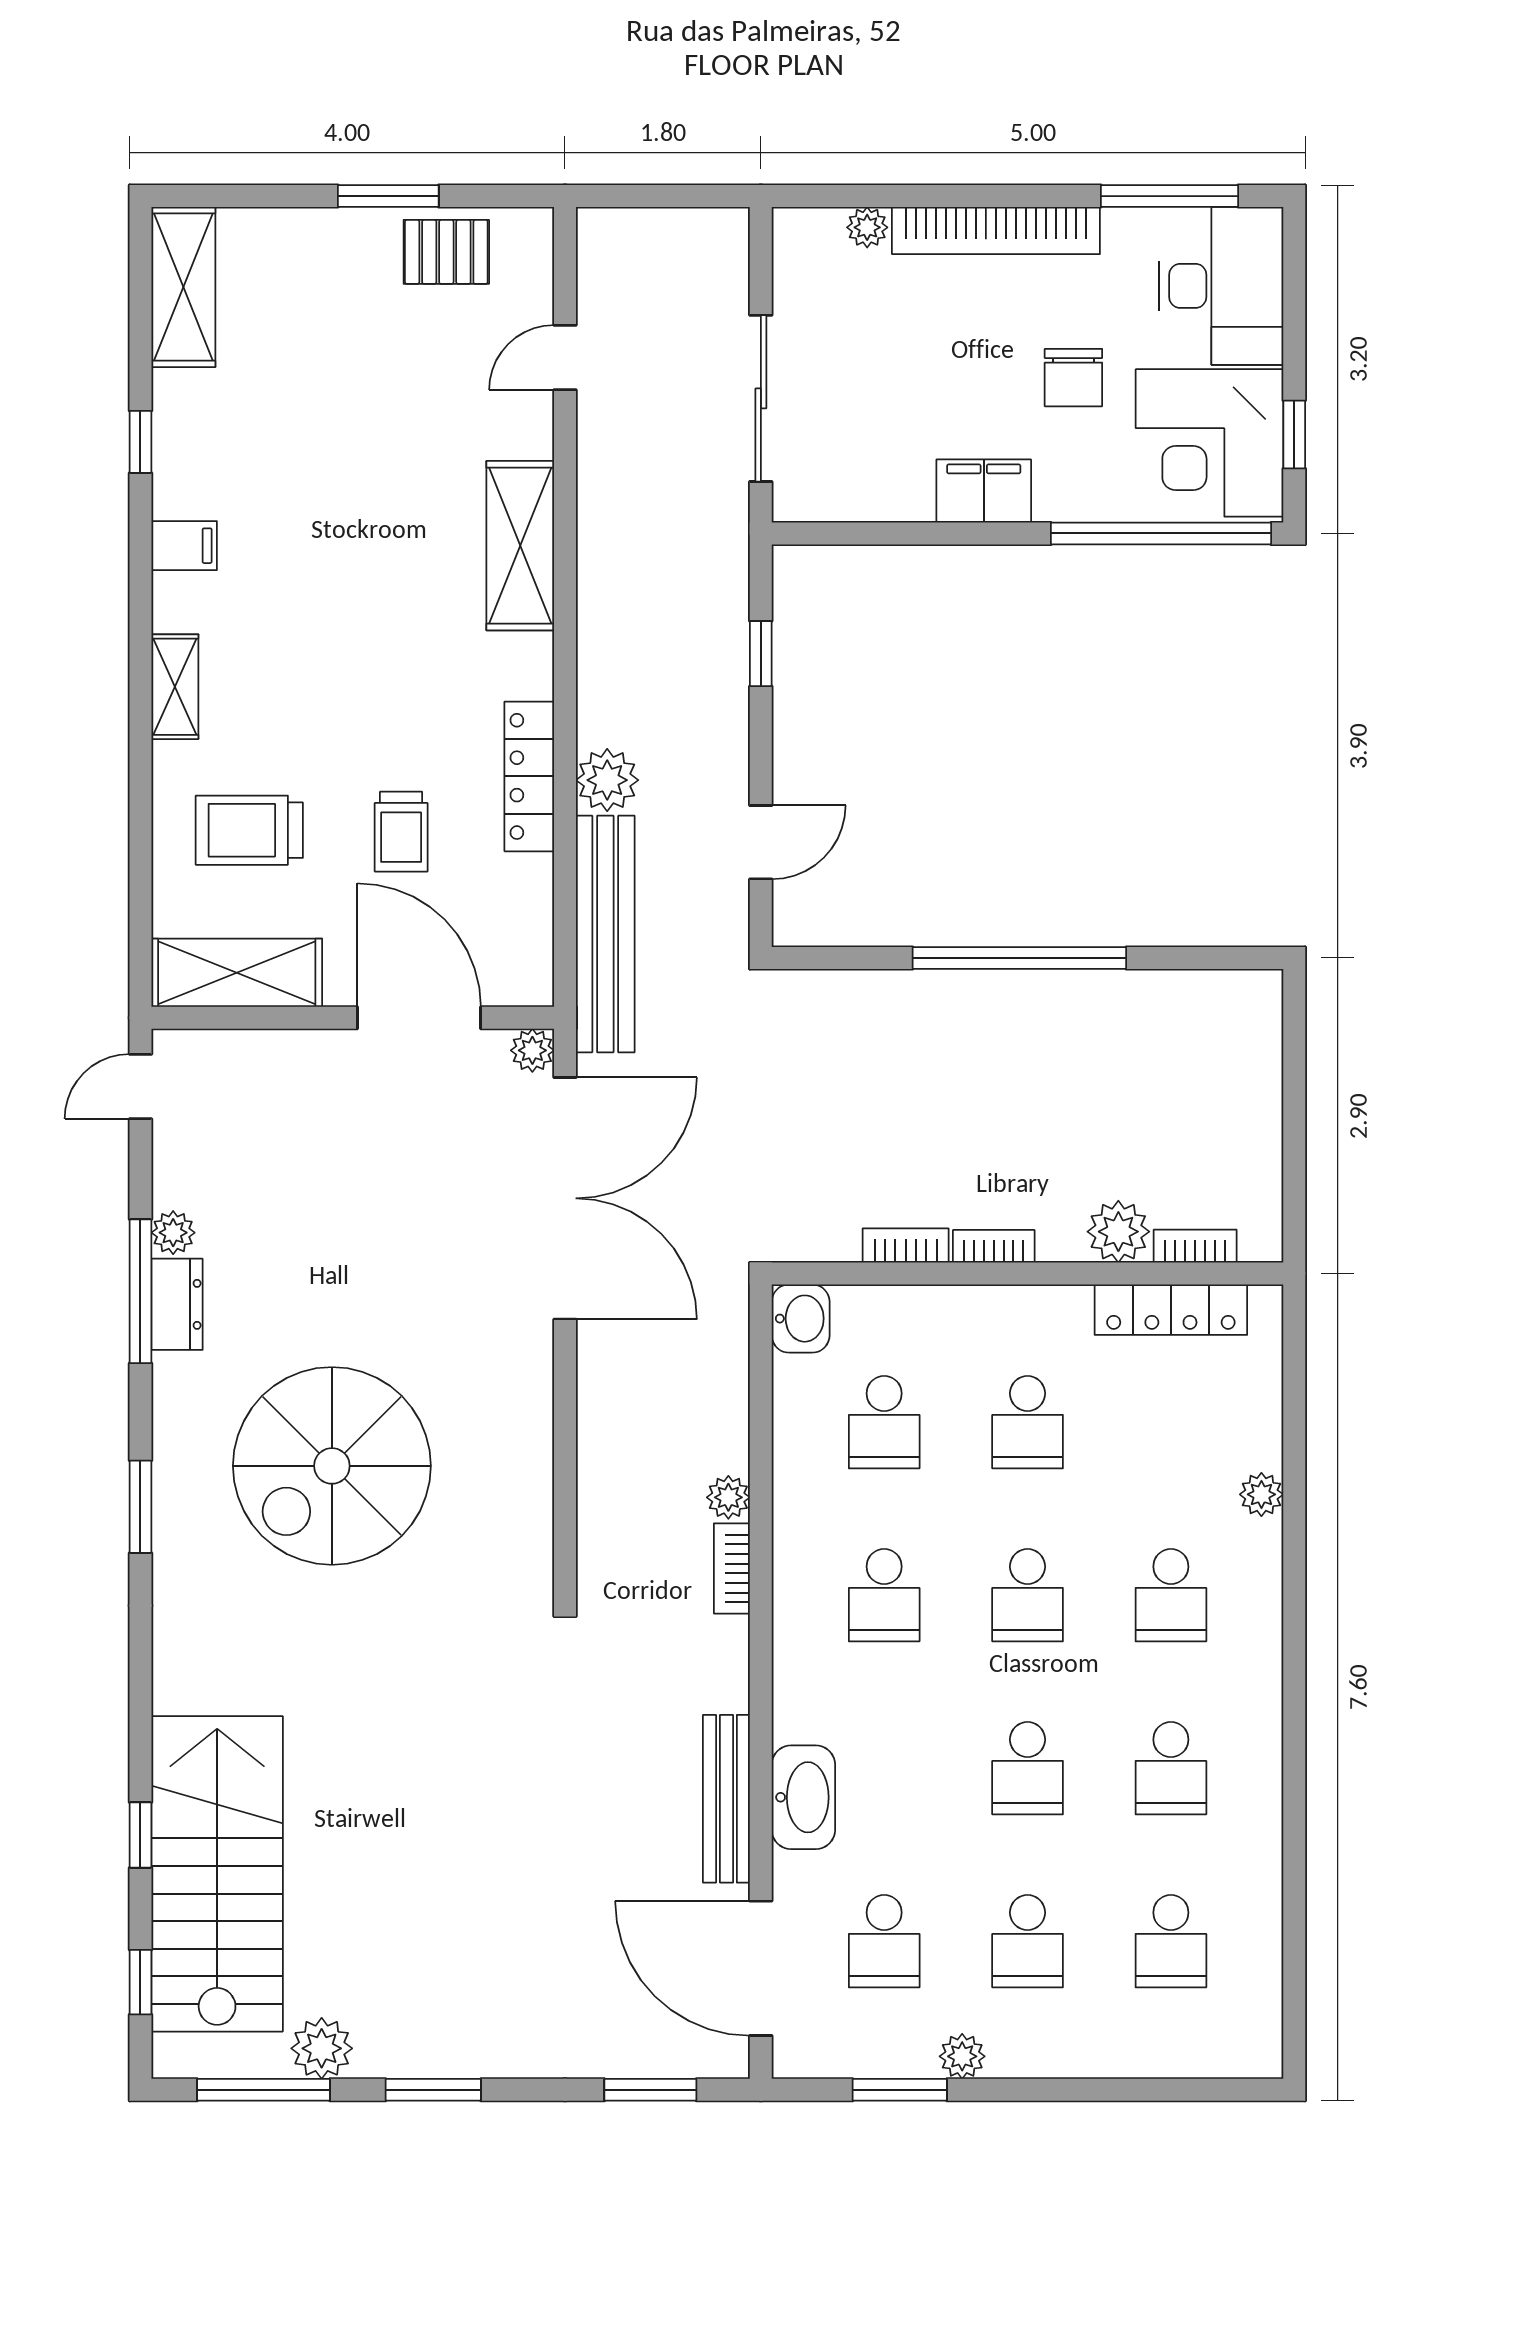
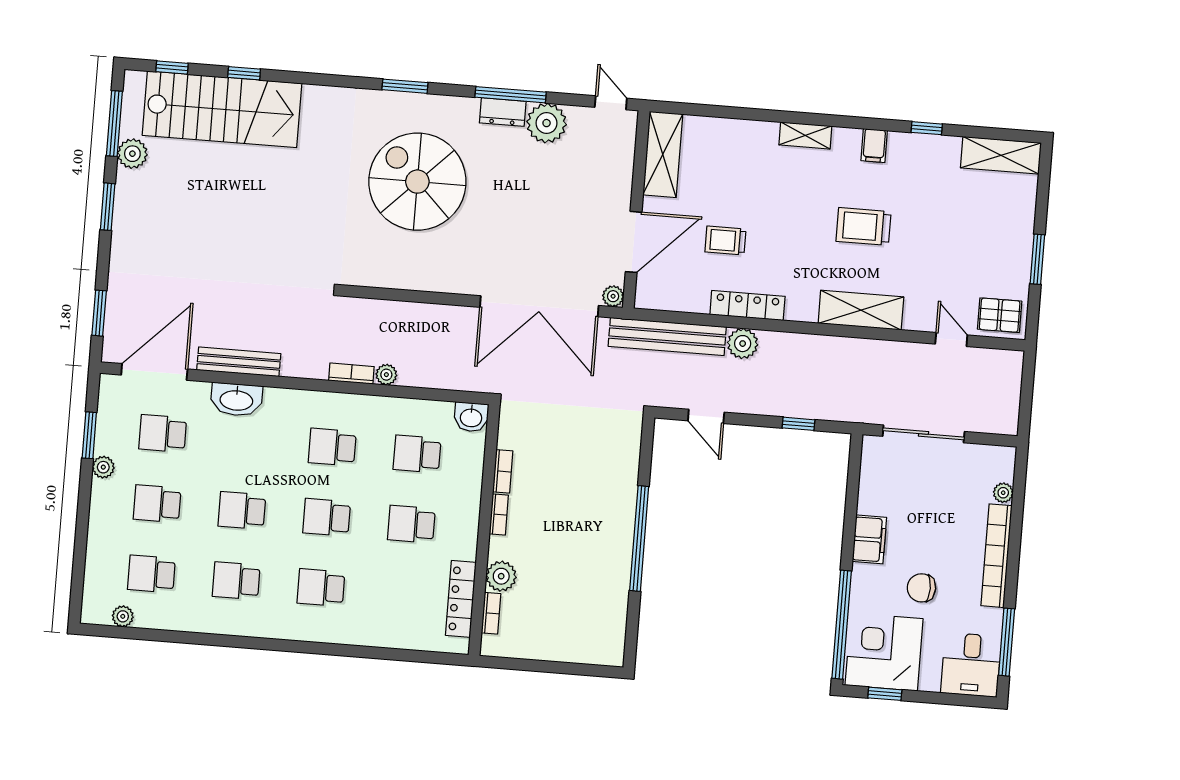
pallet: (446, 252) -> (1000, 315), moved, turned 90
desk: (1221, 286) -> (971, 665), width x0.73
trolley: (249, 830) -> (864, 226), moved, turned -90
plant: (173, 1233) -> (547, 123), width x1.87, depth x1.87
plant: (1261, 1494) -> (123, 616), moved

